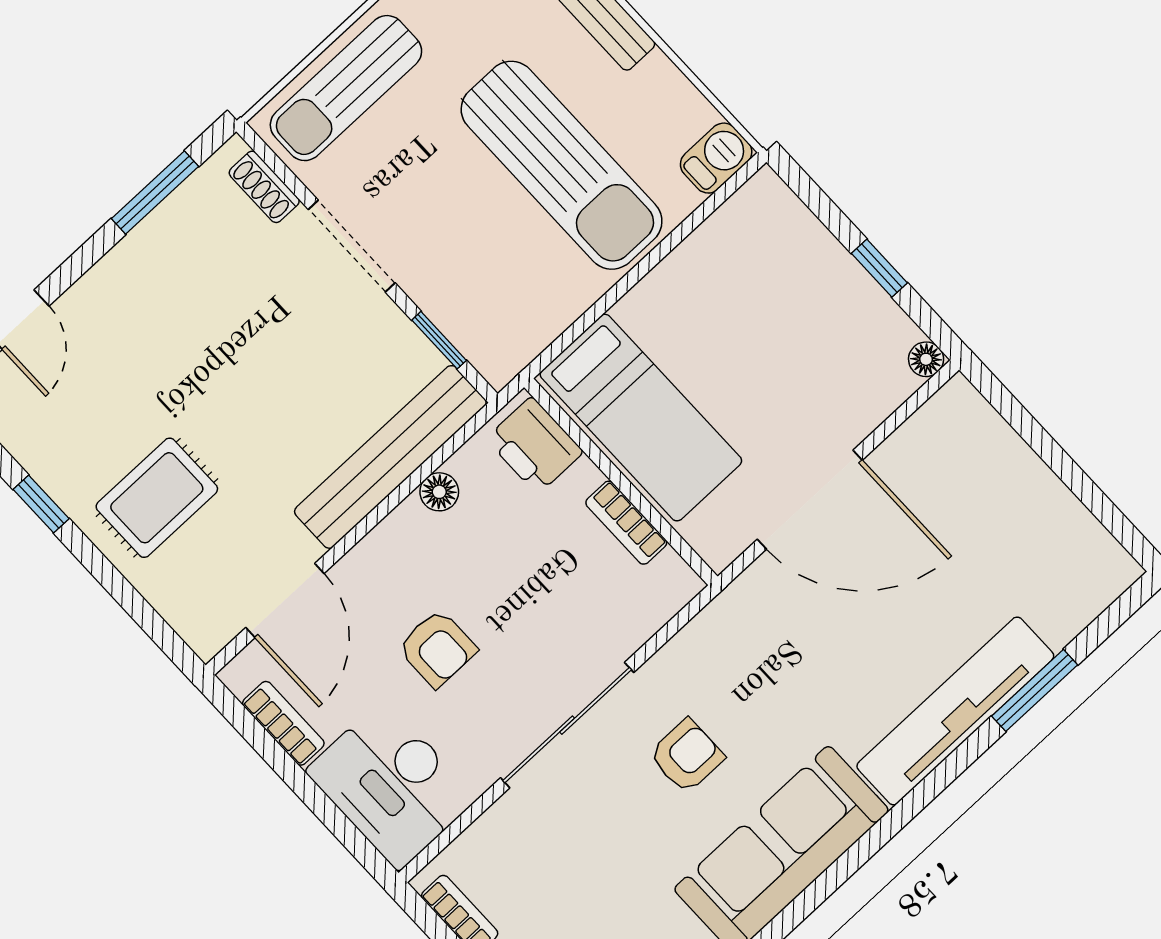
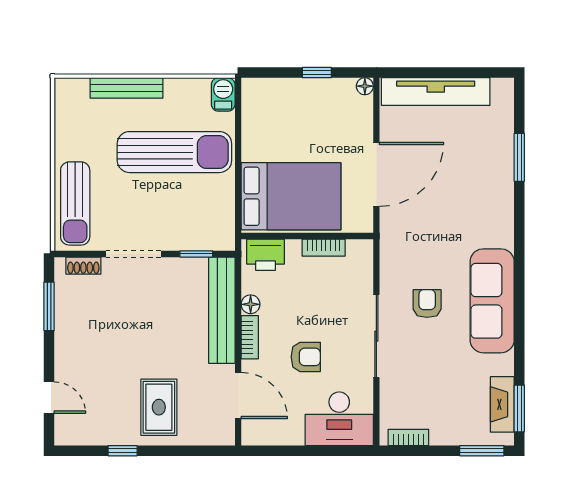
bed: (641, 418) -> (291, 196), width x1.50
tv unit: (955, 711) -> (436, 92), moved, turned -90
bookcase: (283, 723) -> (250, 337), moved, turned 90

